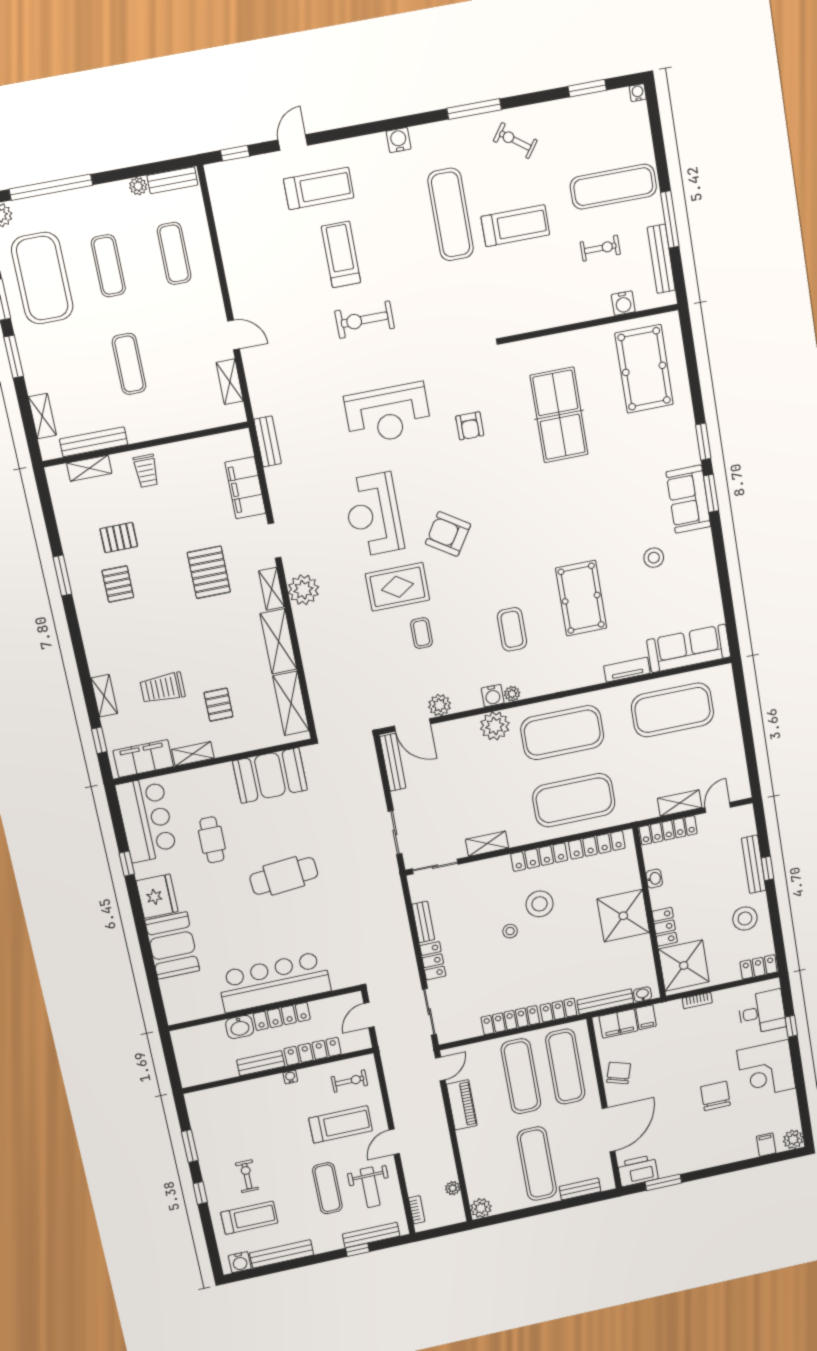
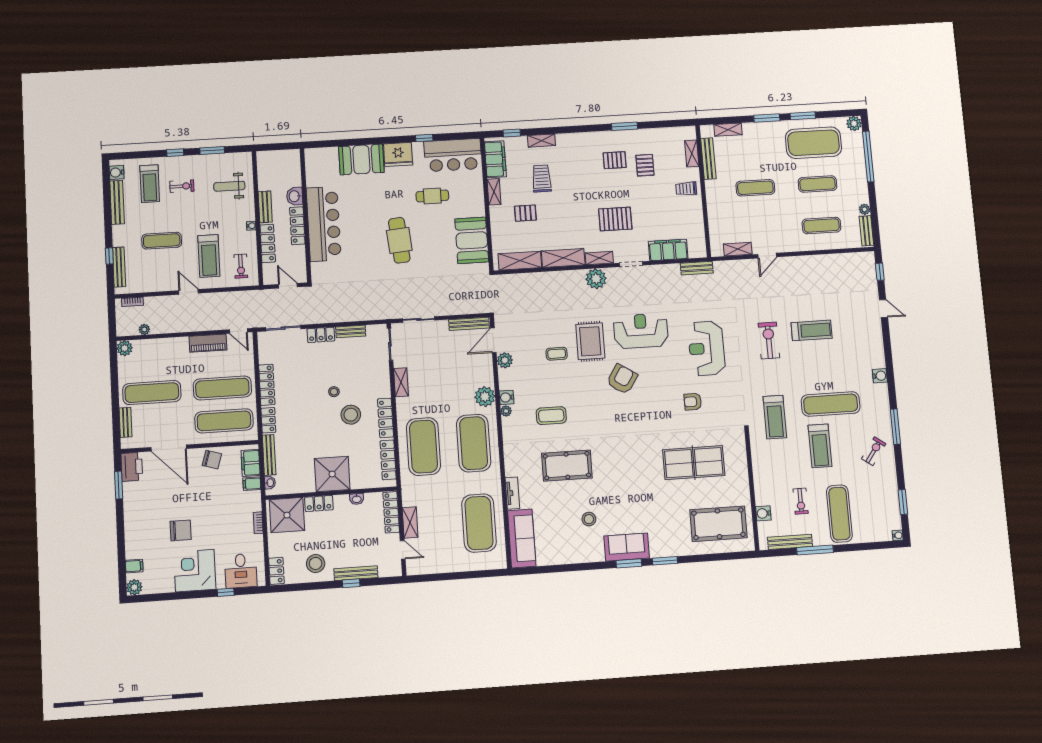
treadmill: (319, 188) -> (775, 417), moved
weight bench: (370, 1187) -> (229, 186), moved

